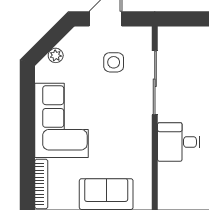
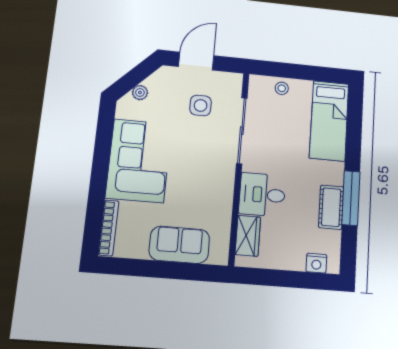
stool: (190, 37) -> (282, 88), added
wardrobe: (168, 181) -> (248, 236), added

